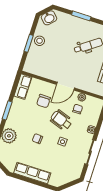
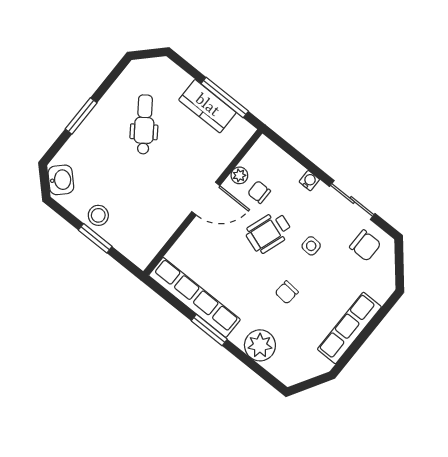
door: (66, 86) -> (206, 199), hinge flipped
row of seats: (23, 87) -> (194, 297), width x2.02
chair: (44, 101) -> (365, 245), moved

